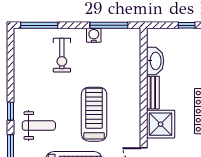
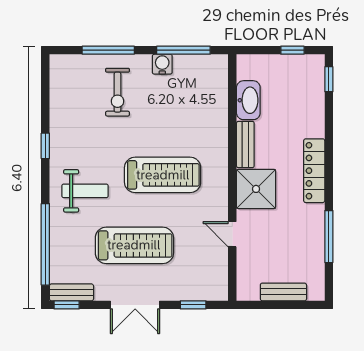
window: (39, 25) -> (108, 50), moved
window: (10, 111) -> (45, 146), moved
treadmill: (94, 114) -> (163, 175), turned 90

